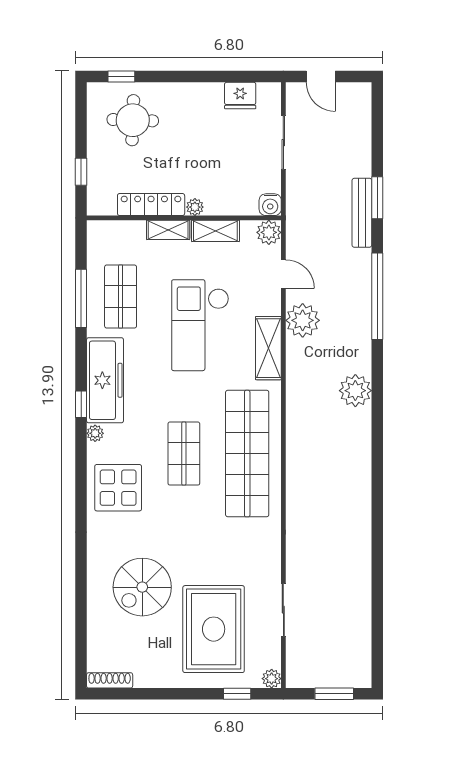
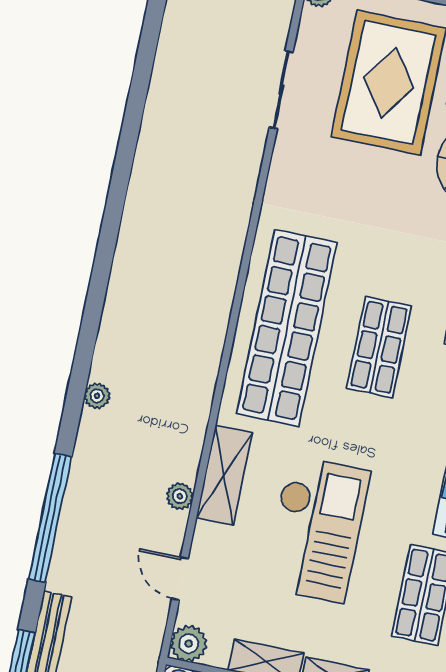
plant: (303, 320) -> (180, 496), width x0.53, depth x0.53
plant: (355, 391) -> (97, 396), width x0.53, depth x0.53

